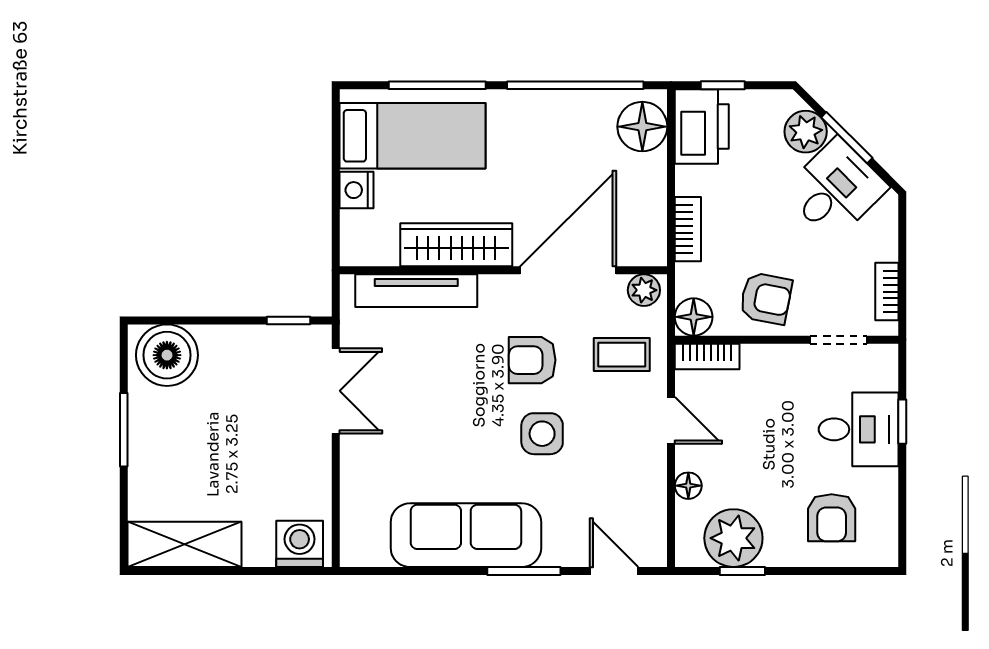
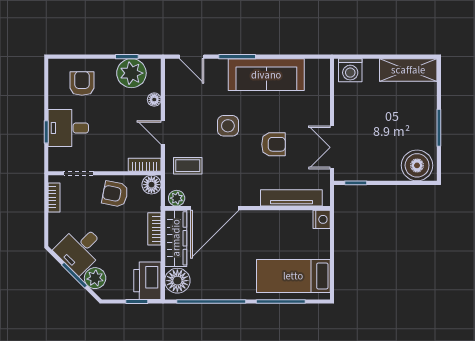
nightstand: (356, 190) -> (322, 219), moved
wardrobe: (456, 245) -> (176, 238), moved, turned -90
armchair: (532, 360) -> (273, 144), moved

